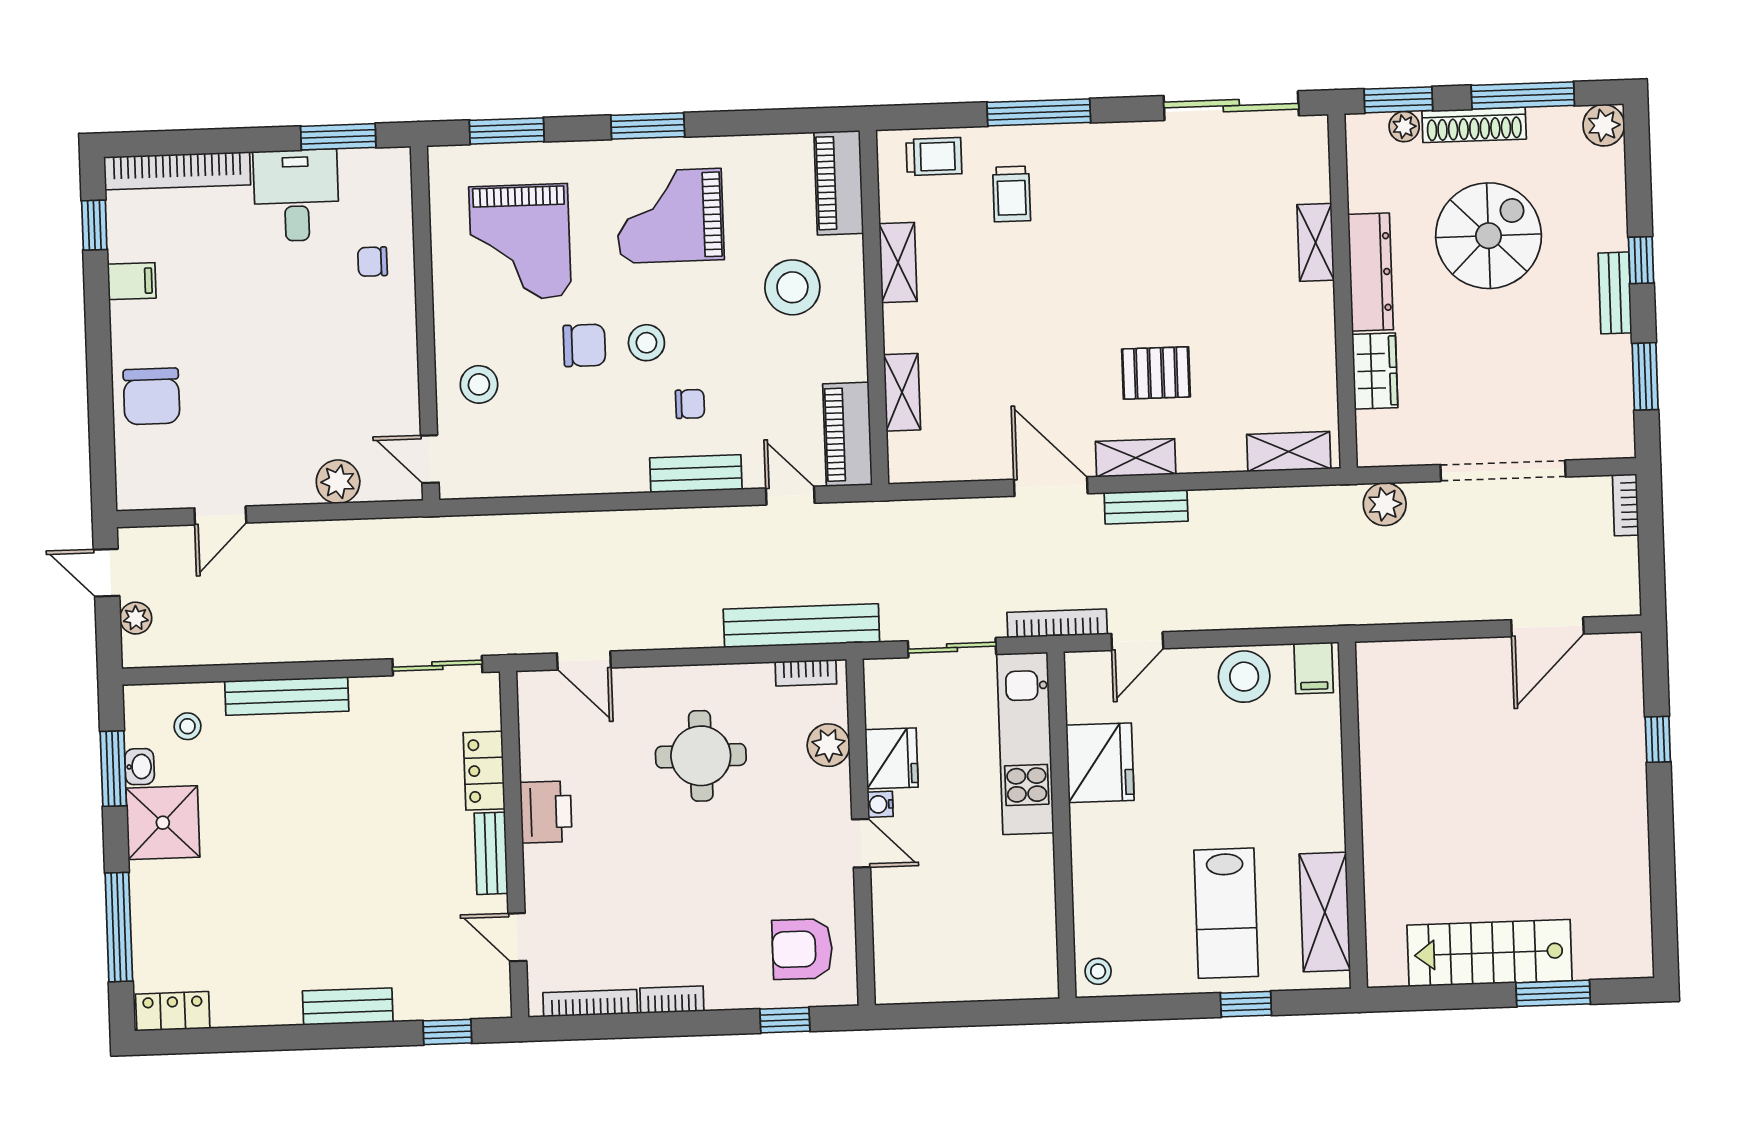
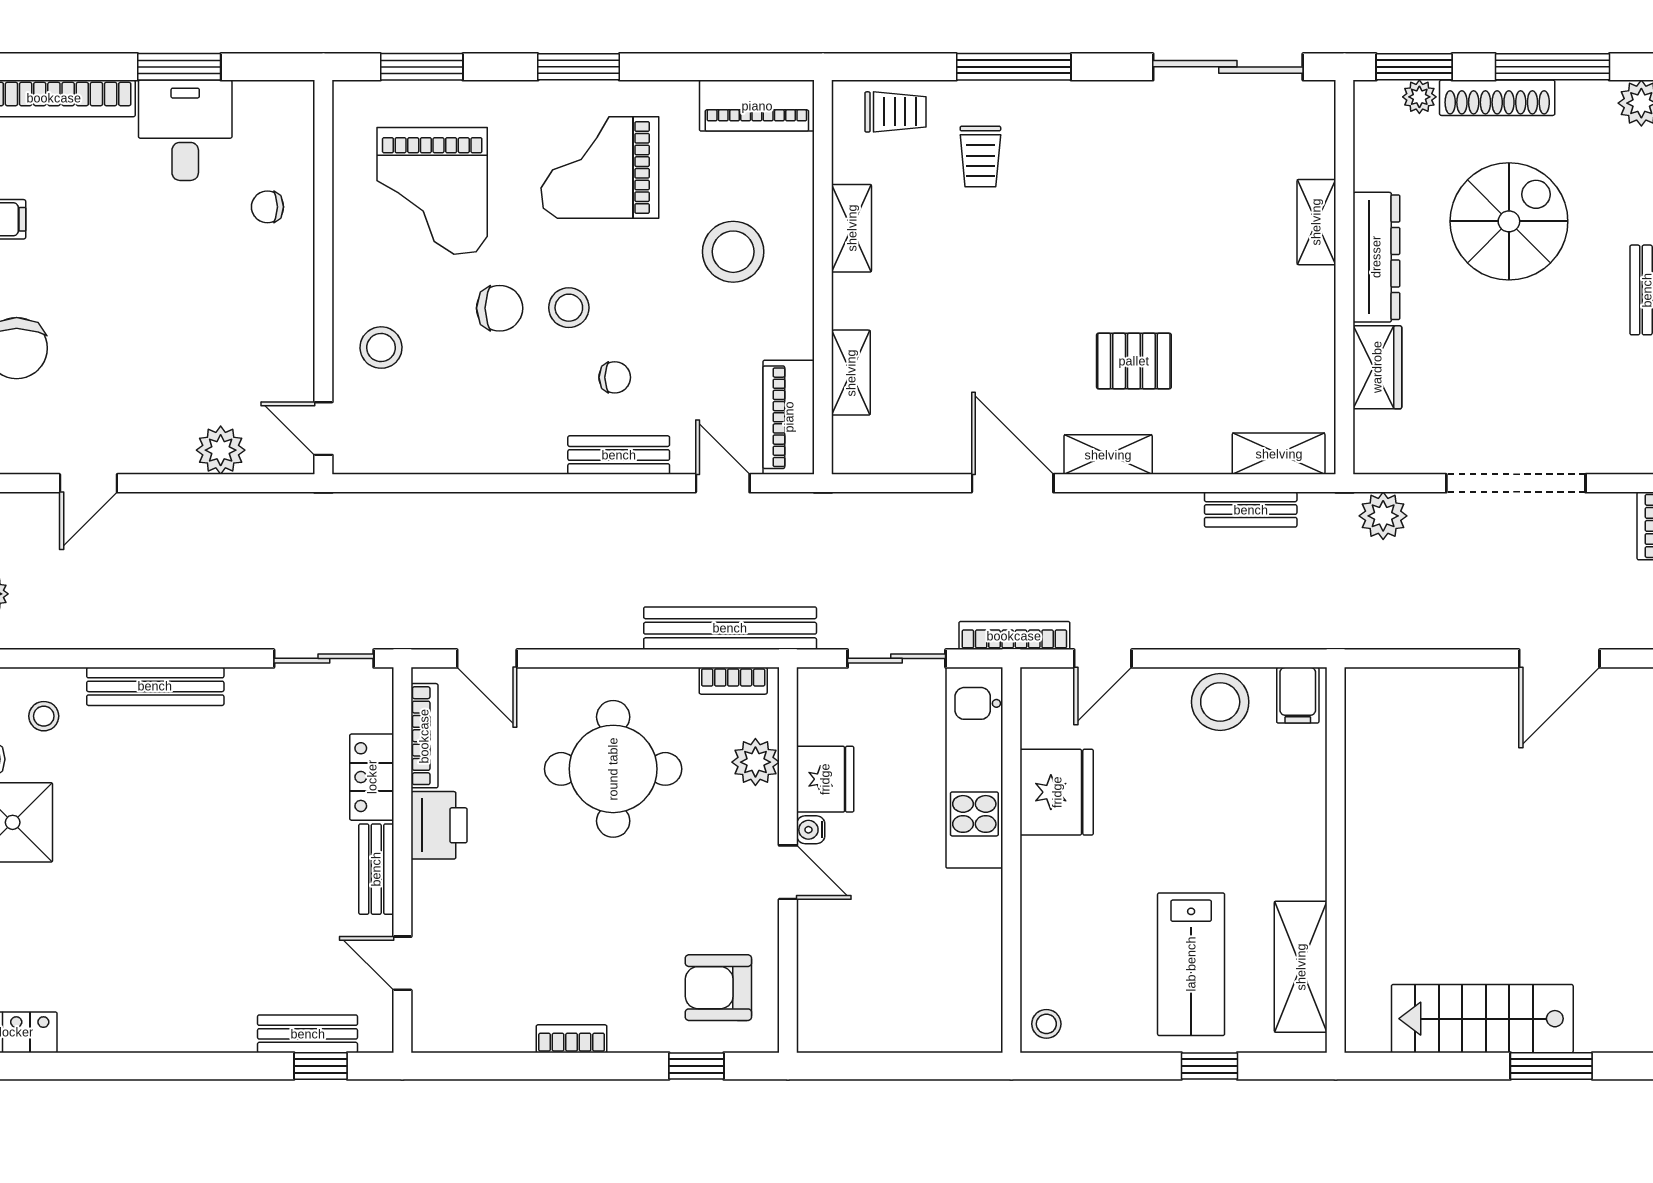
window: (338, 137) -> (179, 67), moved
piano: (839, 183) -> (757, 106), moved, turned -90
bench: (1146, 507) -> (1251, 510), moved
round table: (701, 756) -> (613, 769), width x1.36, depth x1.36
bookcase: (590, 1003) -> (424, 736), moved, turned 90
bench: (348, 1006) -> (308, 1034), moved

